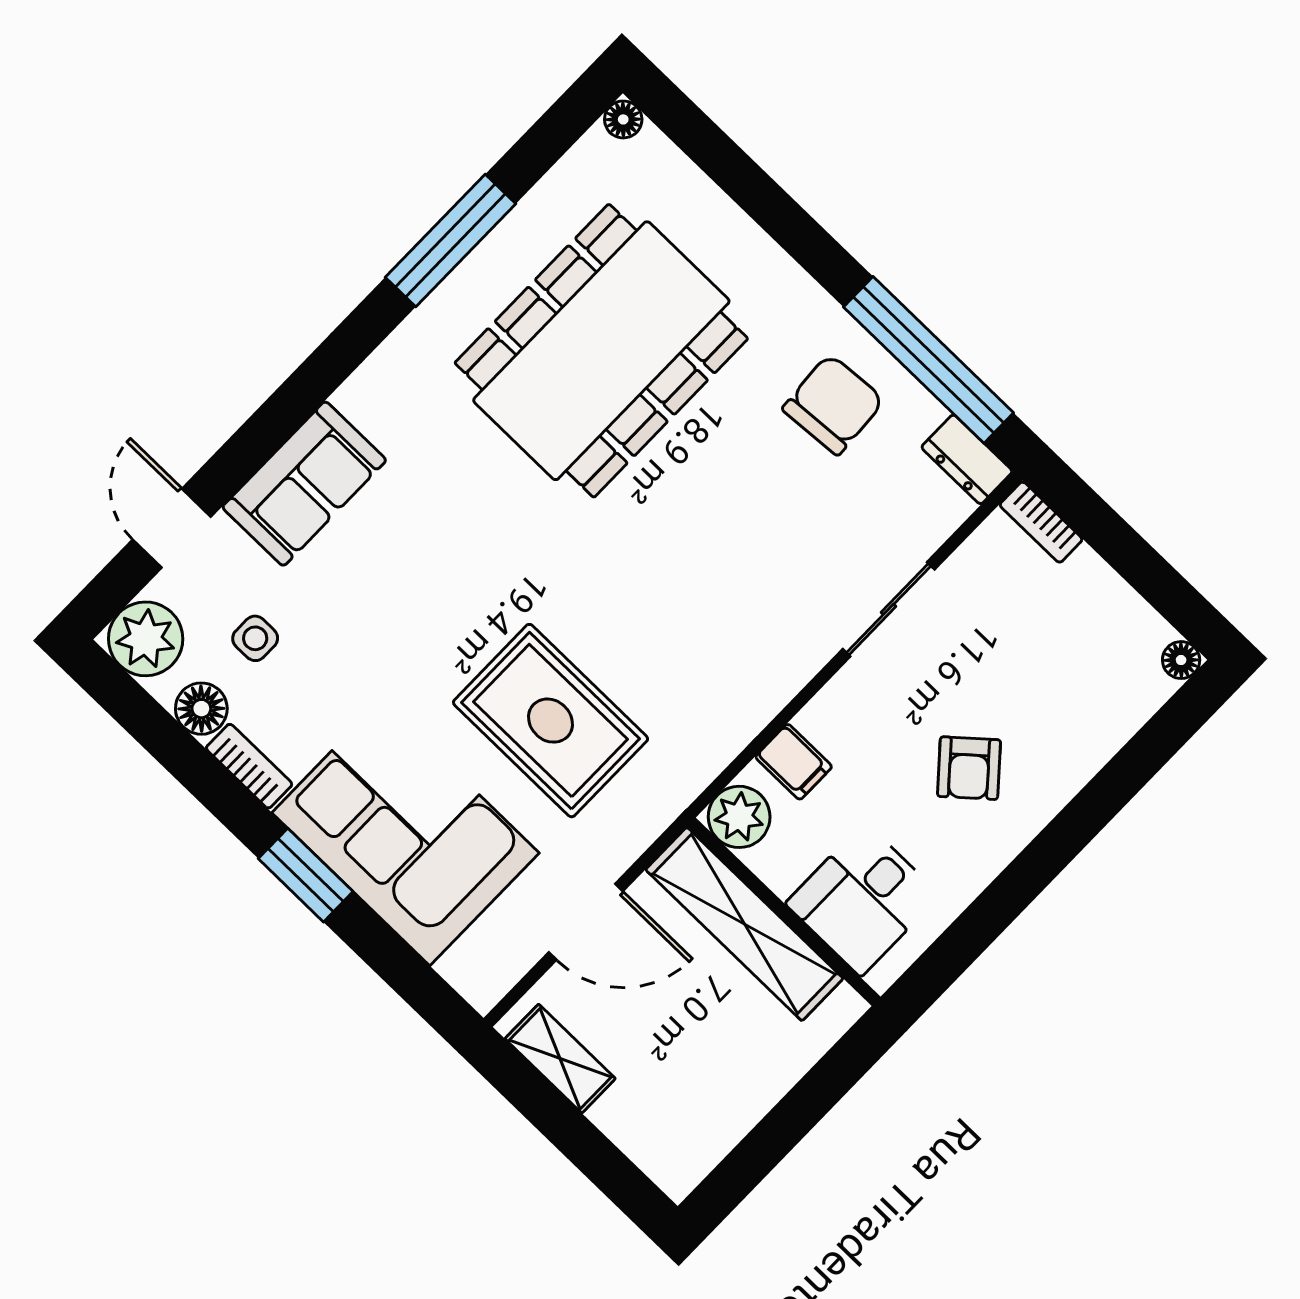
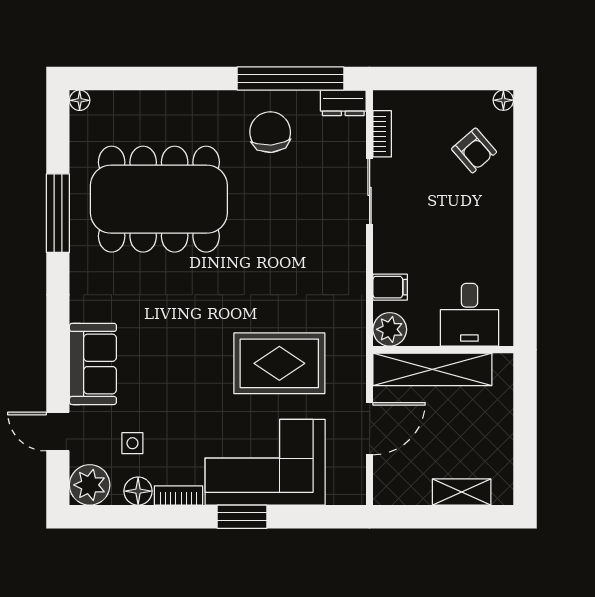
dining table: (601, 351) -> (159, 199), turned 90
bookcase: (1041, 522) -> (382, 134), moved, turned -90
armchair: (969, 768) -> (474, 150), moved
shelving: (560, 1059) -> (462, 492), moved

